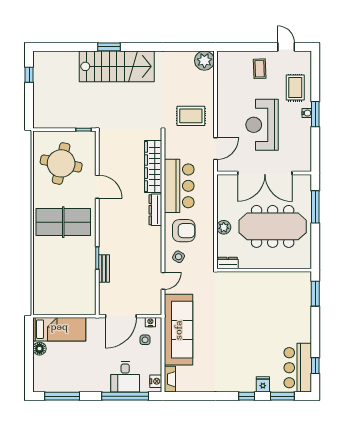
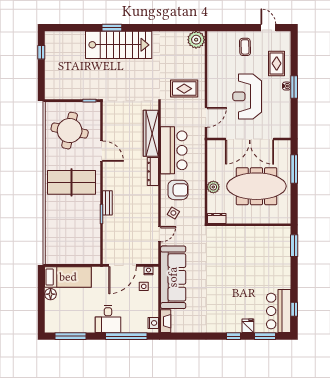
bench: (104, 268) -> (107, 203), moved
desk: (125, 377) -> (108, 319), moved

